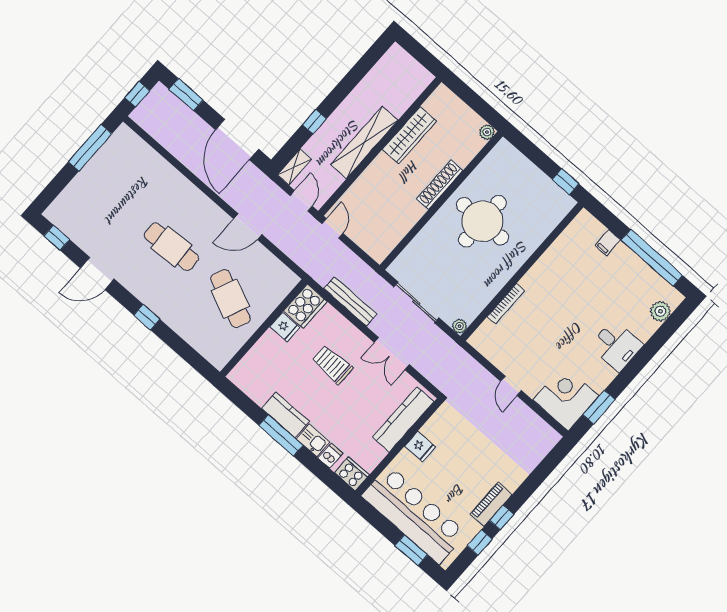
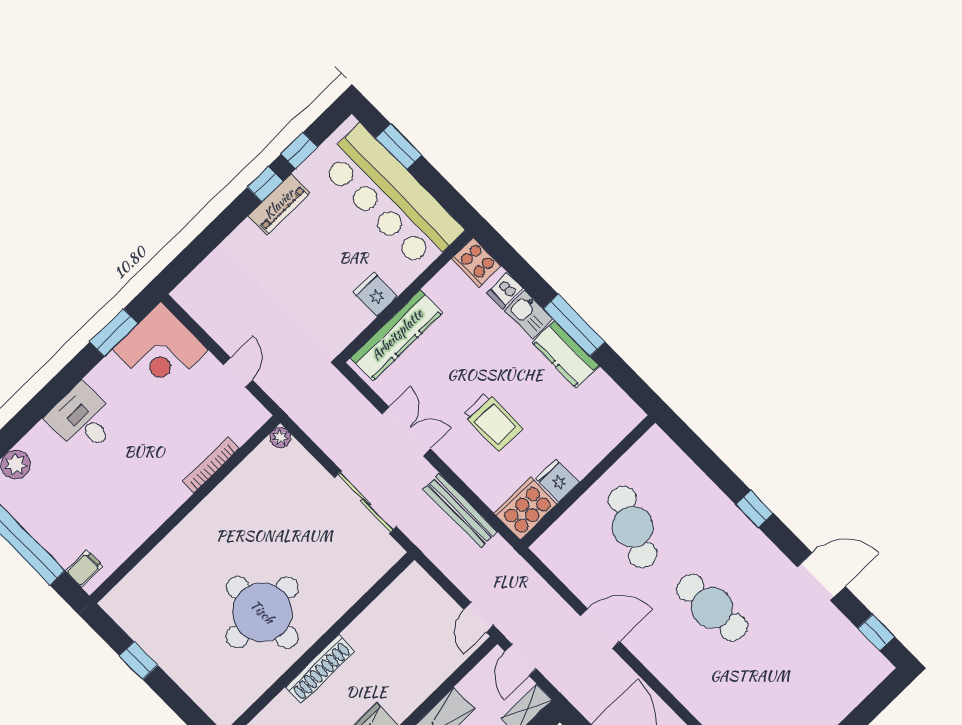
wall: (522, 272) -> (185, 509), moved
bookcase: (506, 304) -> (211, 465), moved
plant: (459, 326) -> (280, 438), moved

